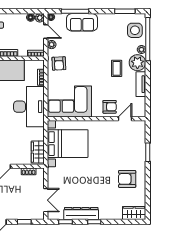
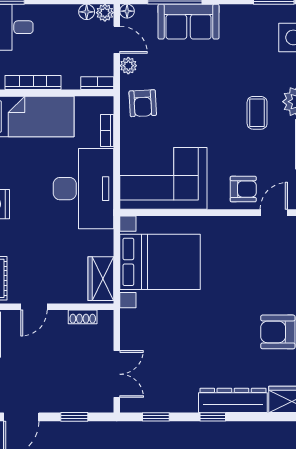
dresser: (81, 213) -> (233, 400), moved

